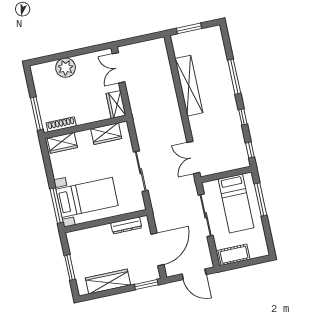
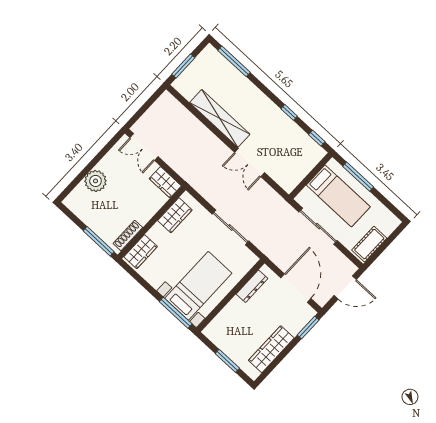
window: (234, 77) -> (234, 61), moved
double door: (193, 158) -> (250, 162), moved

